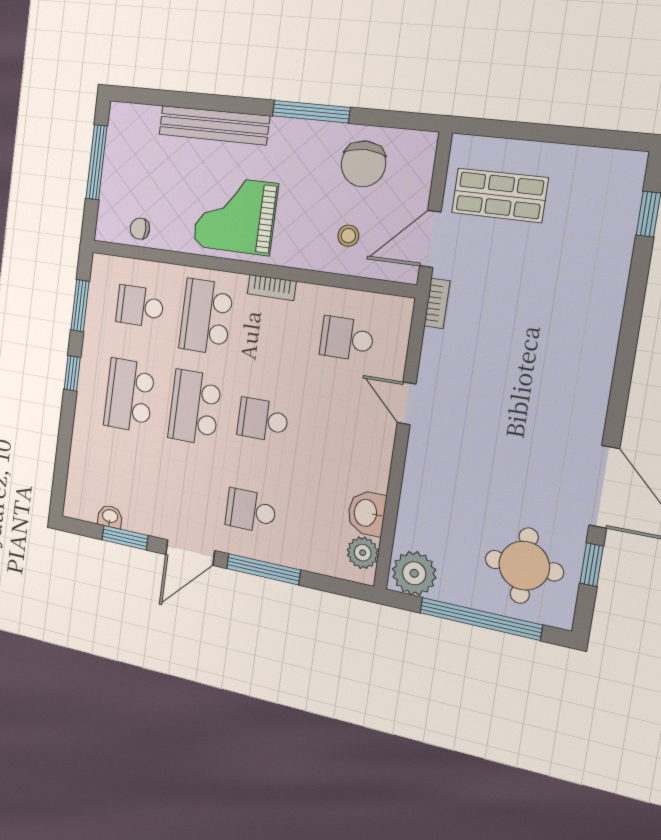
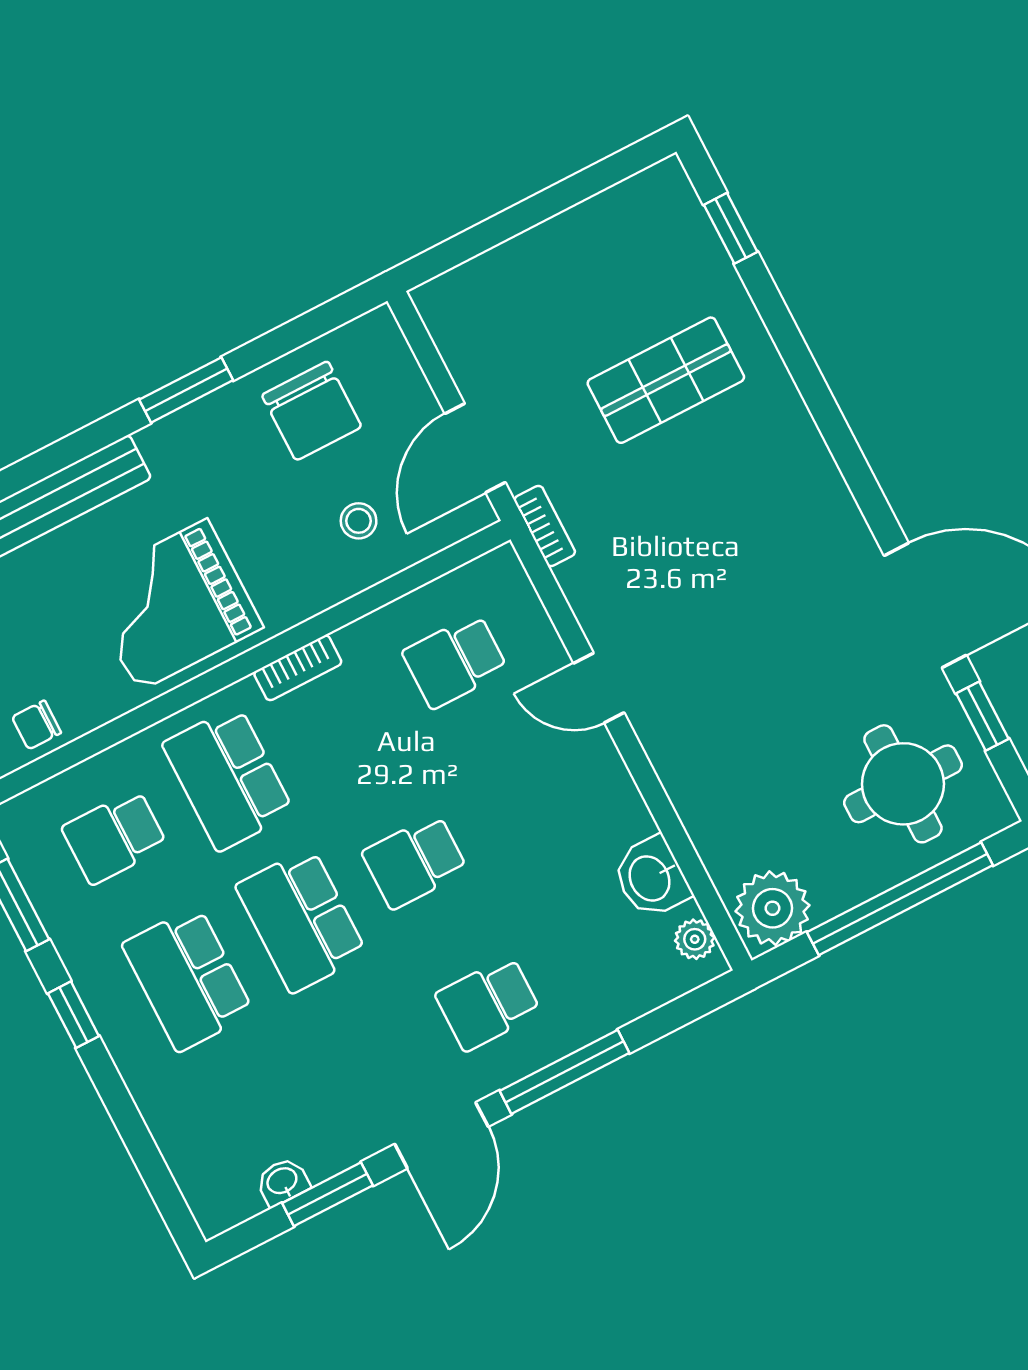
window: (311, 112) -> (186, 390), width x0.69
shop shelf: (500, 195) -> (666, 380), moved
plant: (363, 553) -> (695, 939), width x0.73, depth x0.73

